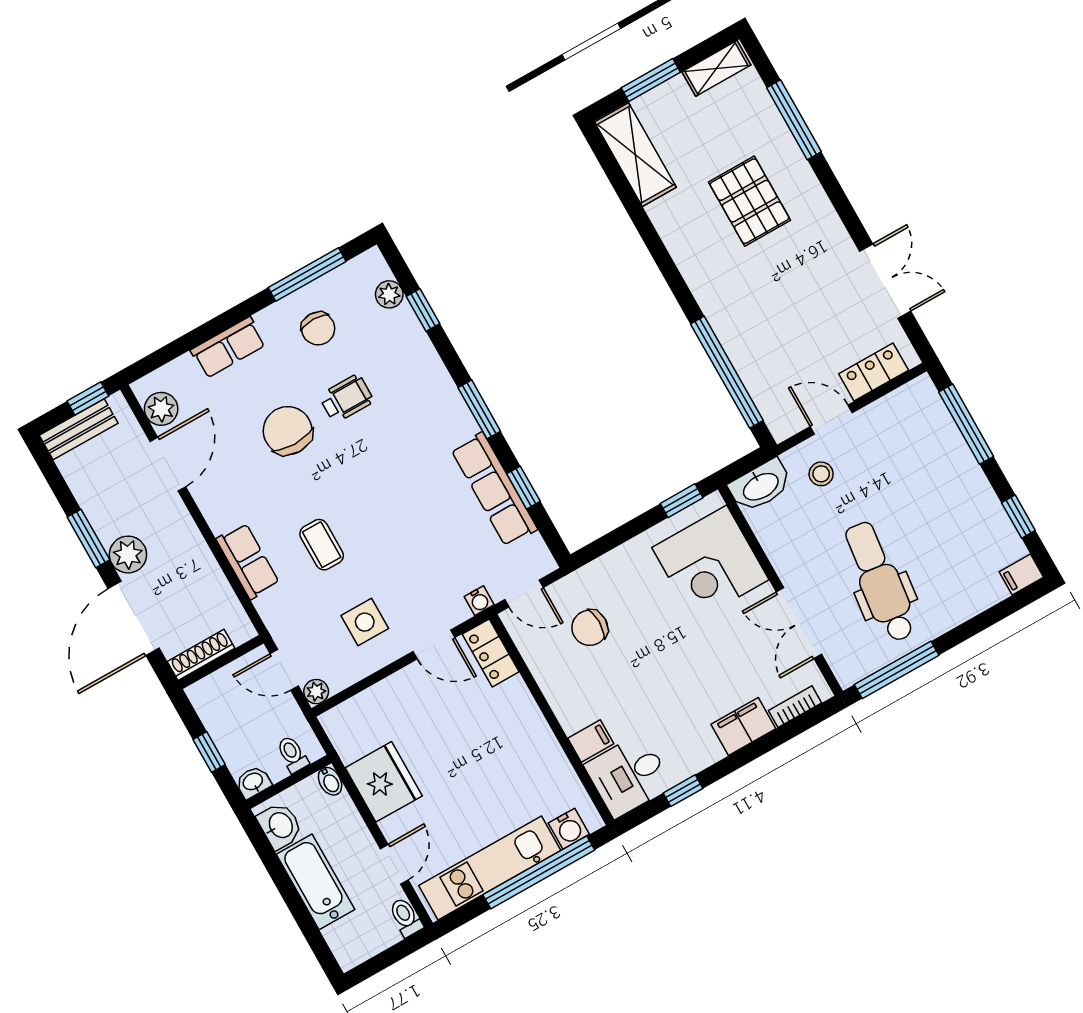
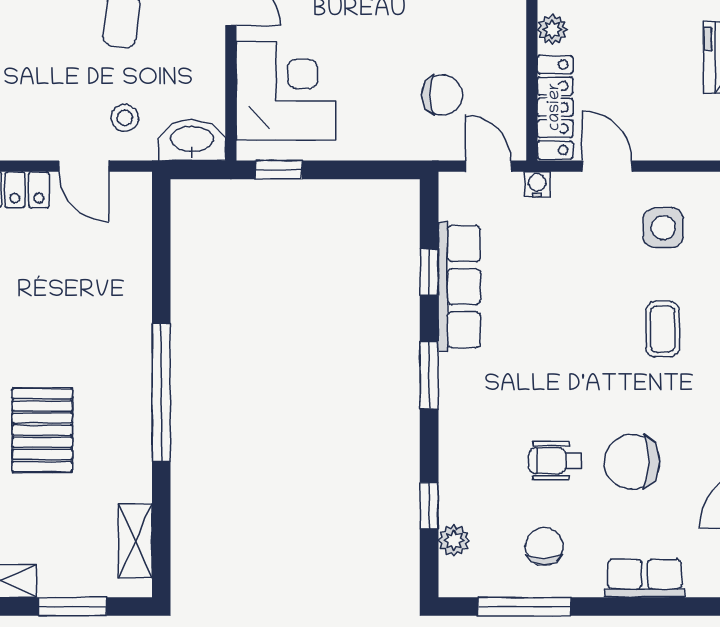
shelving: (635, 155) -> (135, 541), width x0.67, depth x0.75
window: (727, 372) -> (161, 393), moved
chair: (288, 431) -> (632, 462), turned 90
locker: (491, 653) -> (555, 107), width x1.53
plant: (534, 725) -> (552, 29), added

